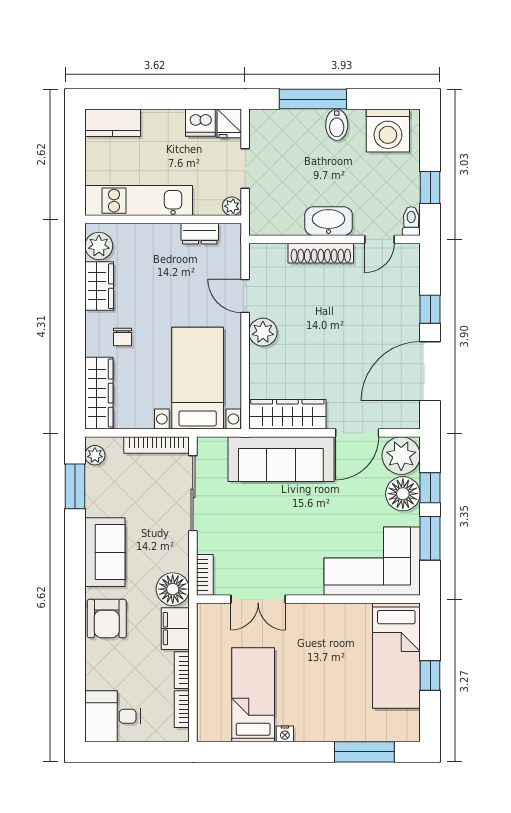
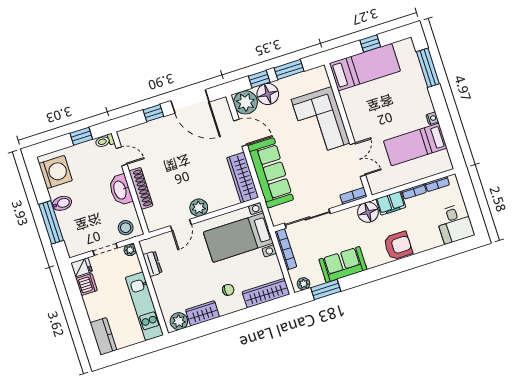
stool: (268, 210) -> (126, 228), added
sofa: (105, 552) -> (343, 265), moved
corner sofa: (372, 561) -> (321, 121), moved

